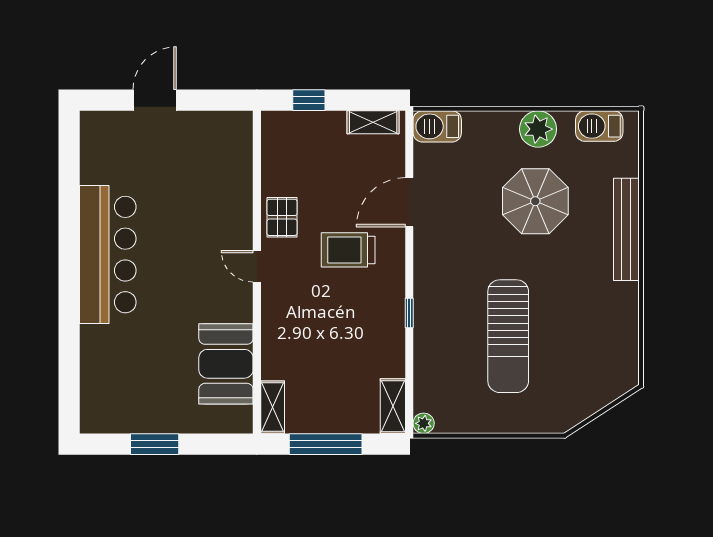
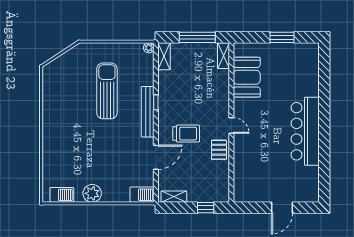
parasol: (535, 201) -> (94, 158), removed
bench: (626, 229) -> (148, 112), moved

